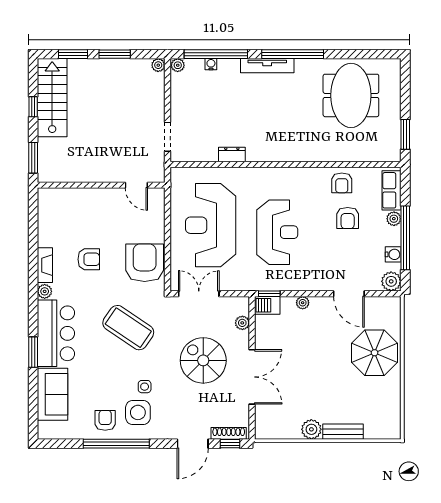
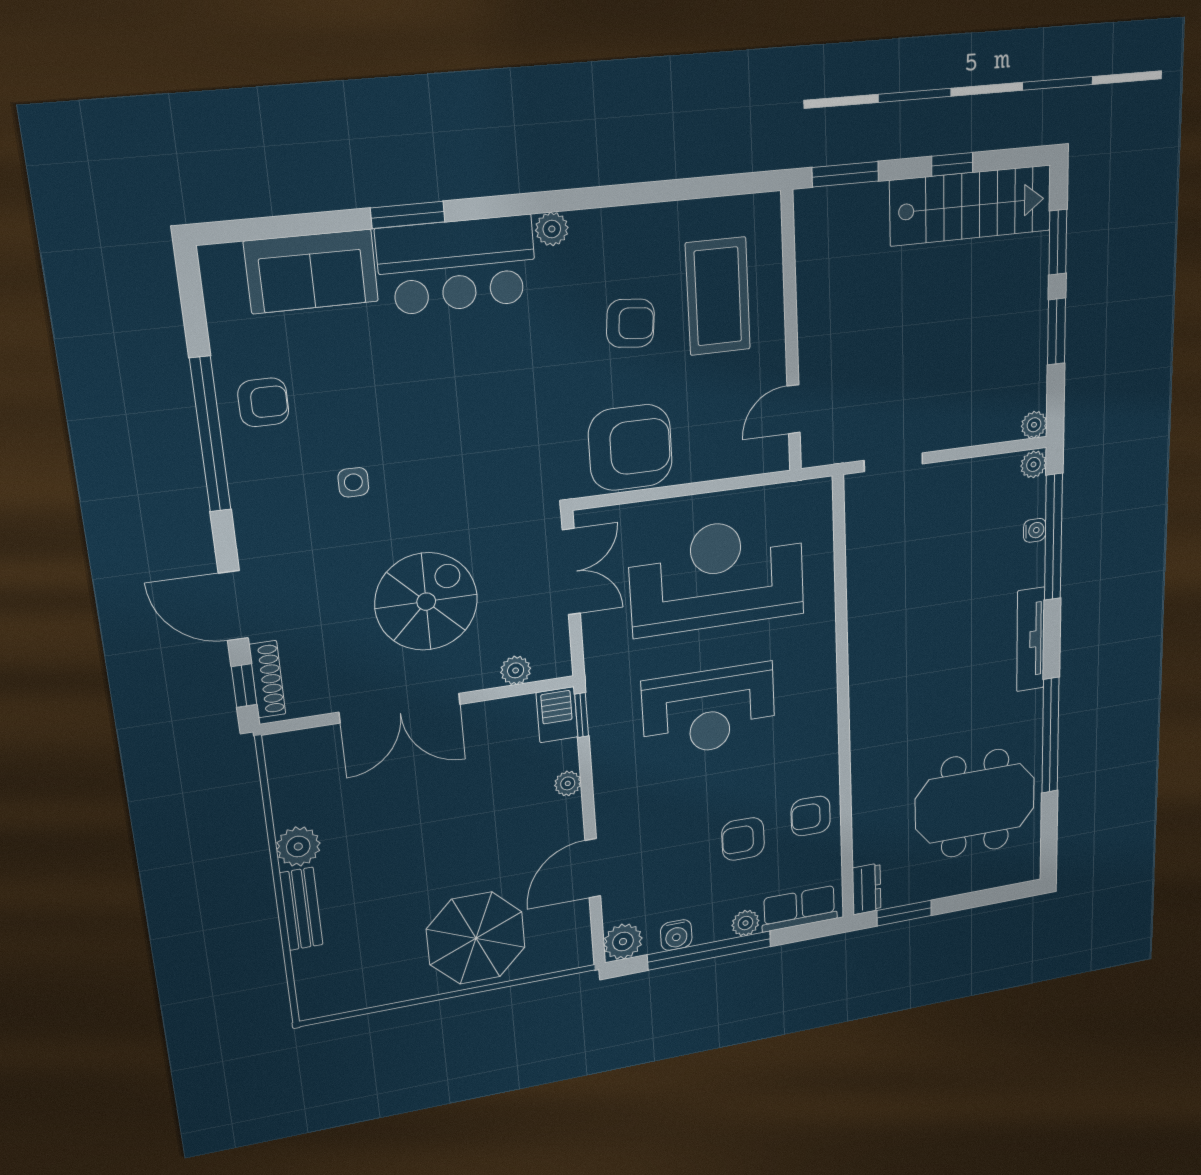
window: (293, 54) -> (1050, 735), moved
dresser: (232, 154) -> (867, 889), moved
armchair: (89, 259) -> (630, 323), turned -85
fireplace: (45, 265) -> (611, 224), removed
coffee table: (128, 328) -> (718, 296), moved, turned -34
side table: (138, 412) -> (291, 475), removed

